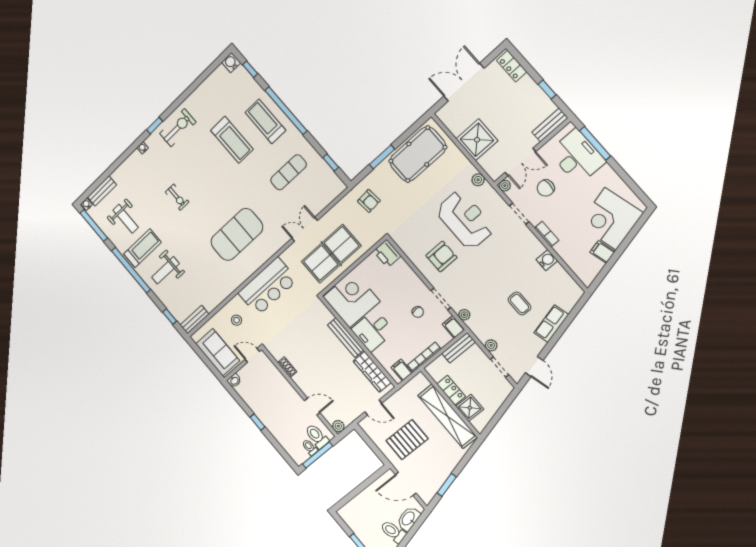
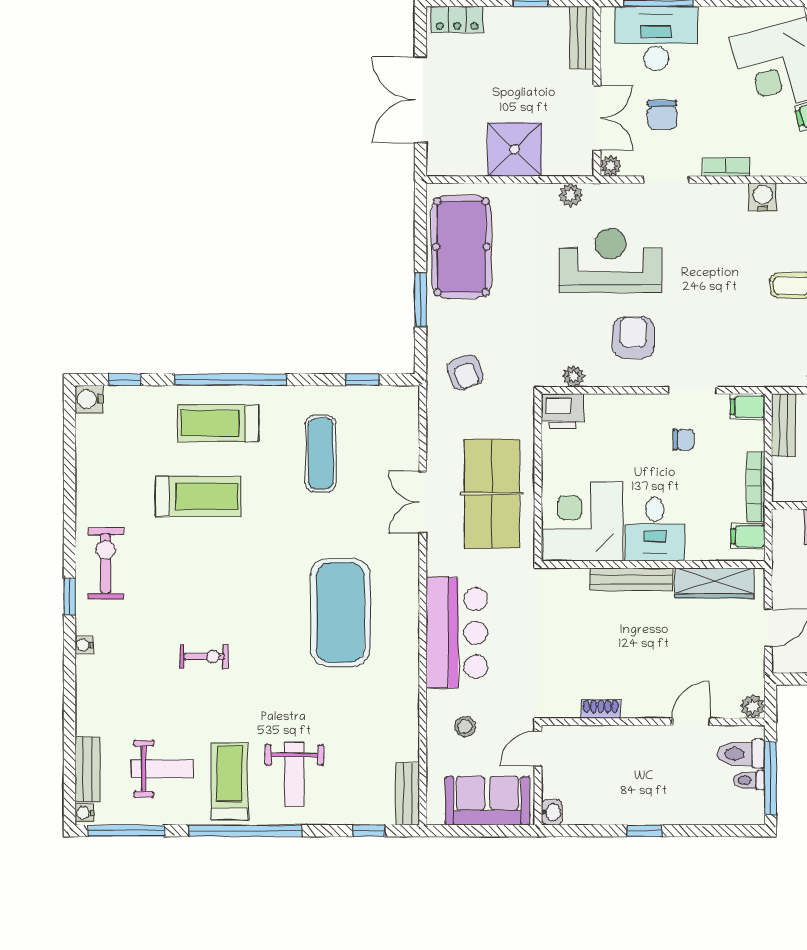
armchair: (369, 201) -> (465, 372), turned 74
plant: (464, 315) -> (573, 376), moved

